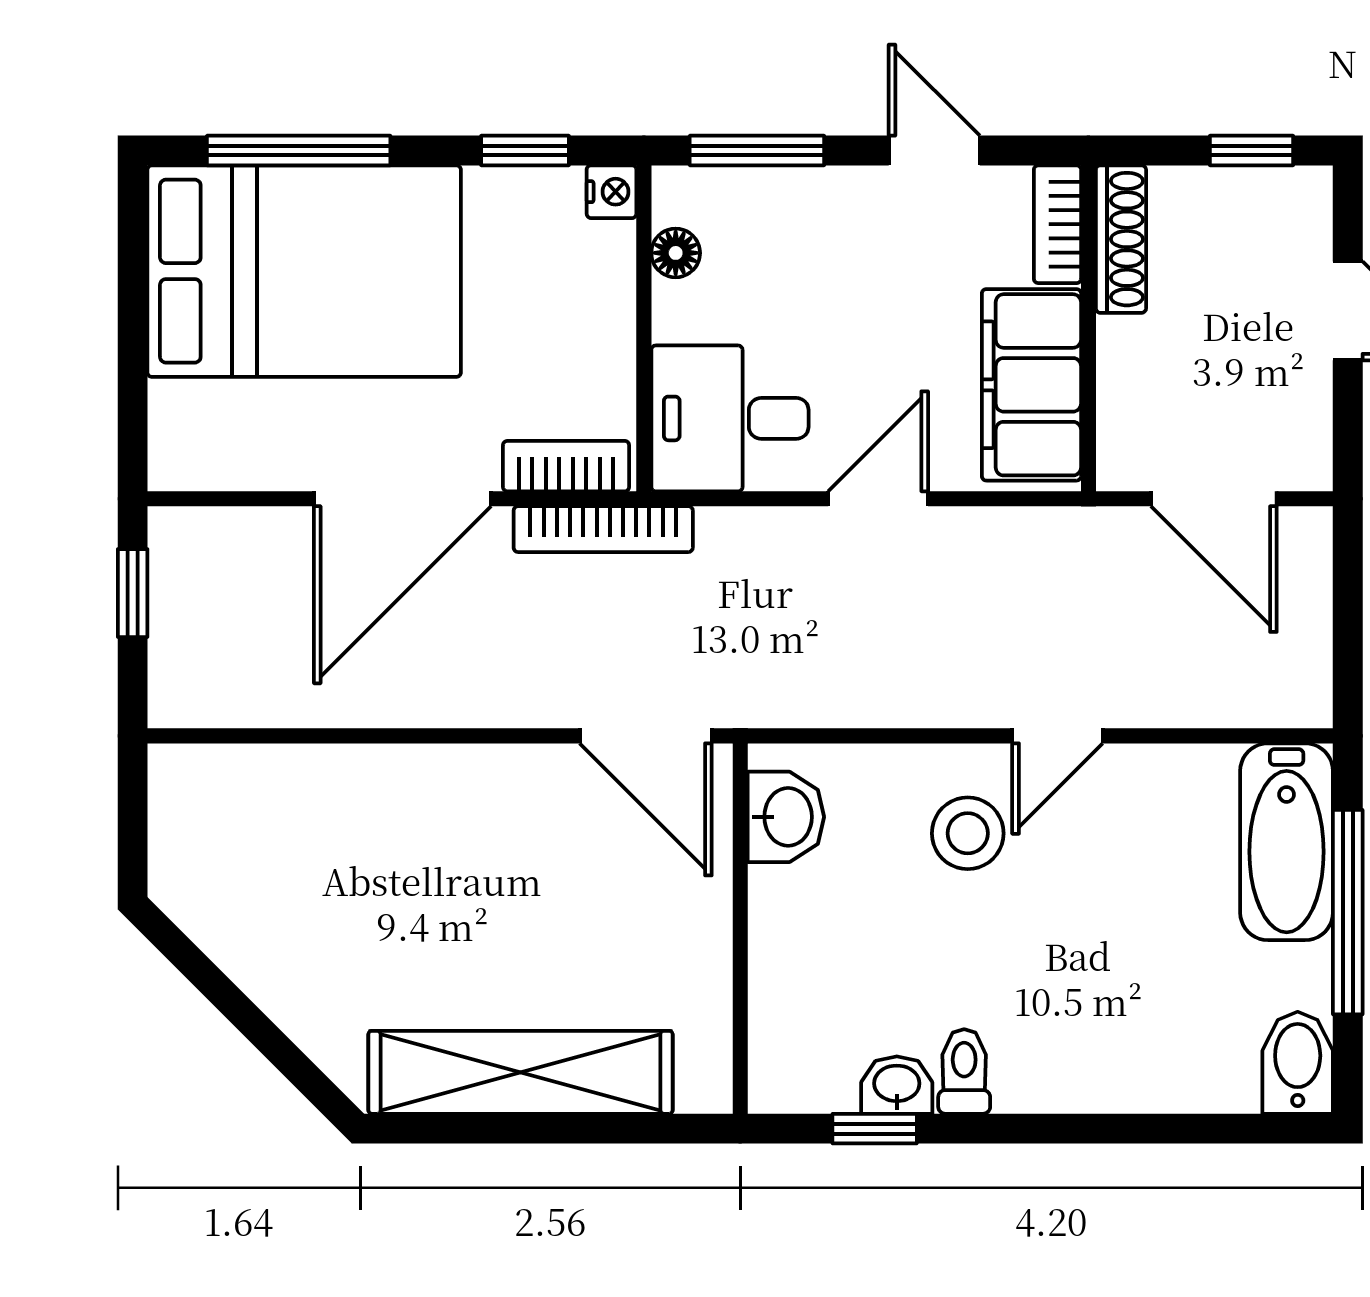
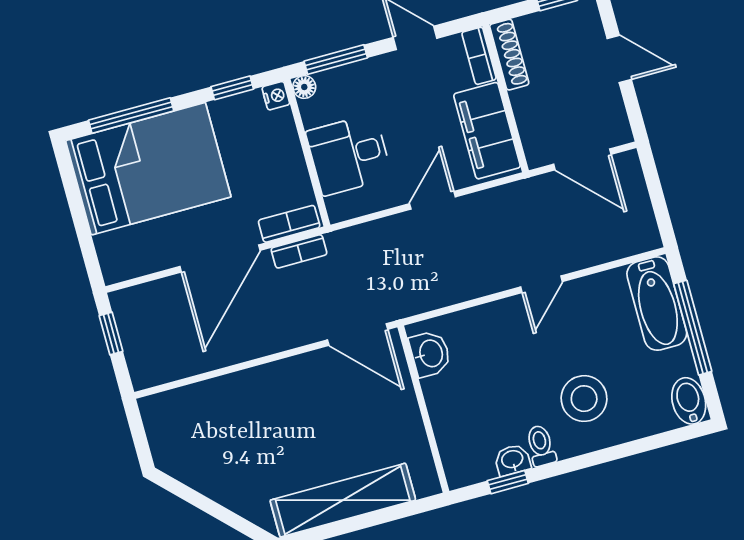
floor lamp: (676, 253) -> (304, 87), moved
desk: (730, 418) -> (349, 155), moved
bookcase: (603, 529) -> (299, 251), width x0.64
stool: (968, 833) -> (584, 399), moved, width x1.38, depth x1.38

